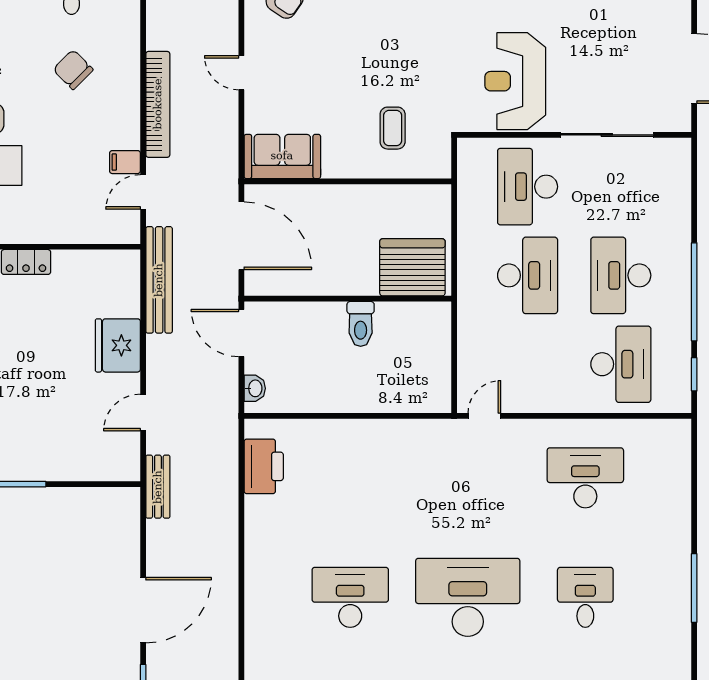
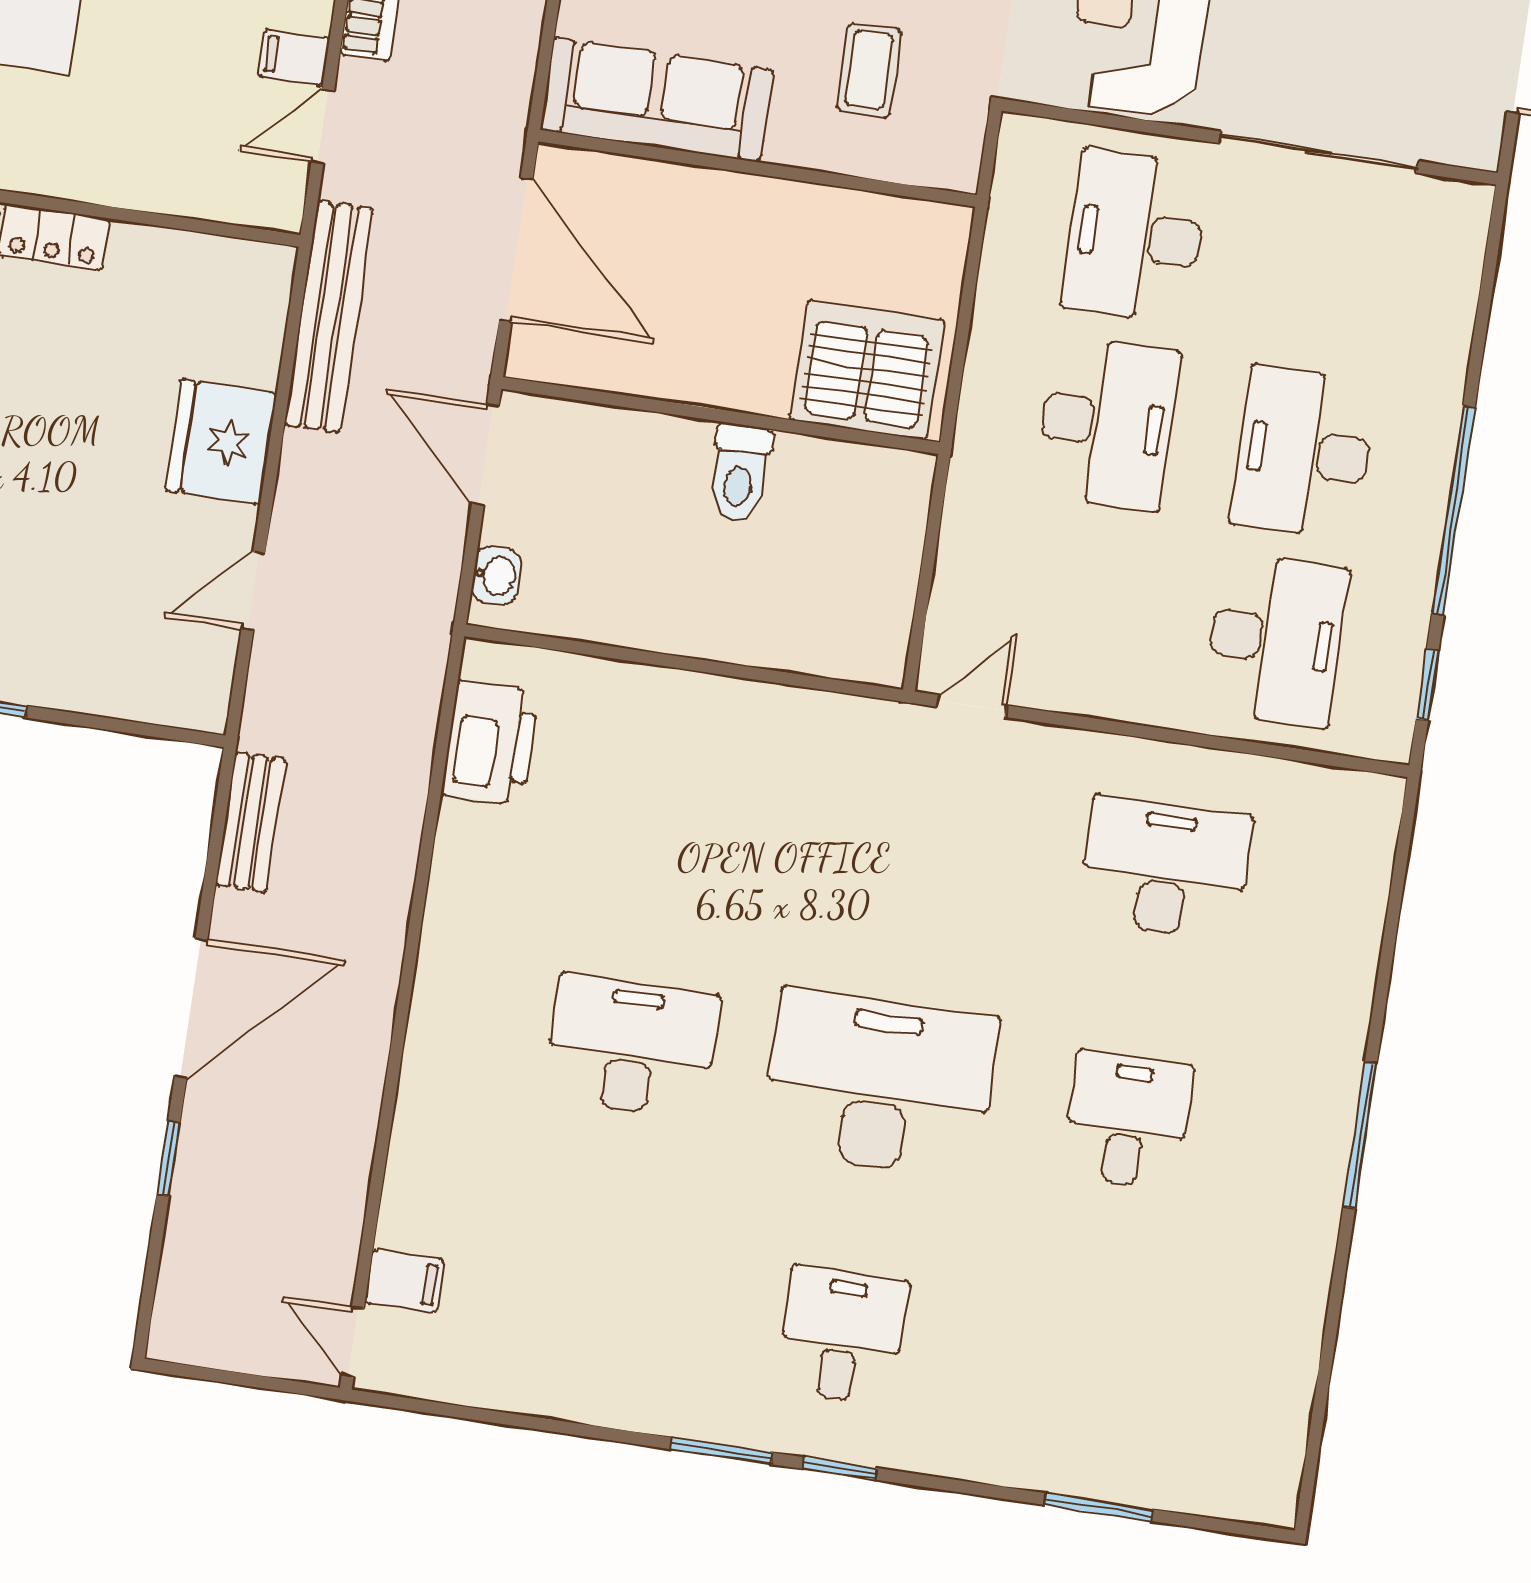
sofa: (282, 156) -> (657, 100), width x1.36
bench: (158, 487) -> (251, 822), moved

